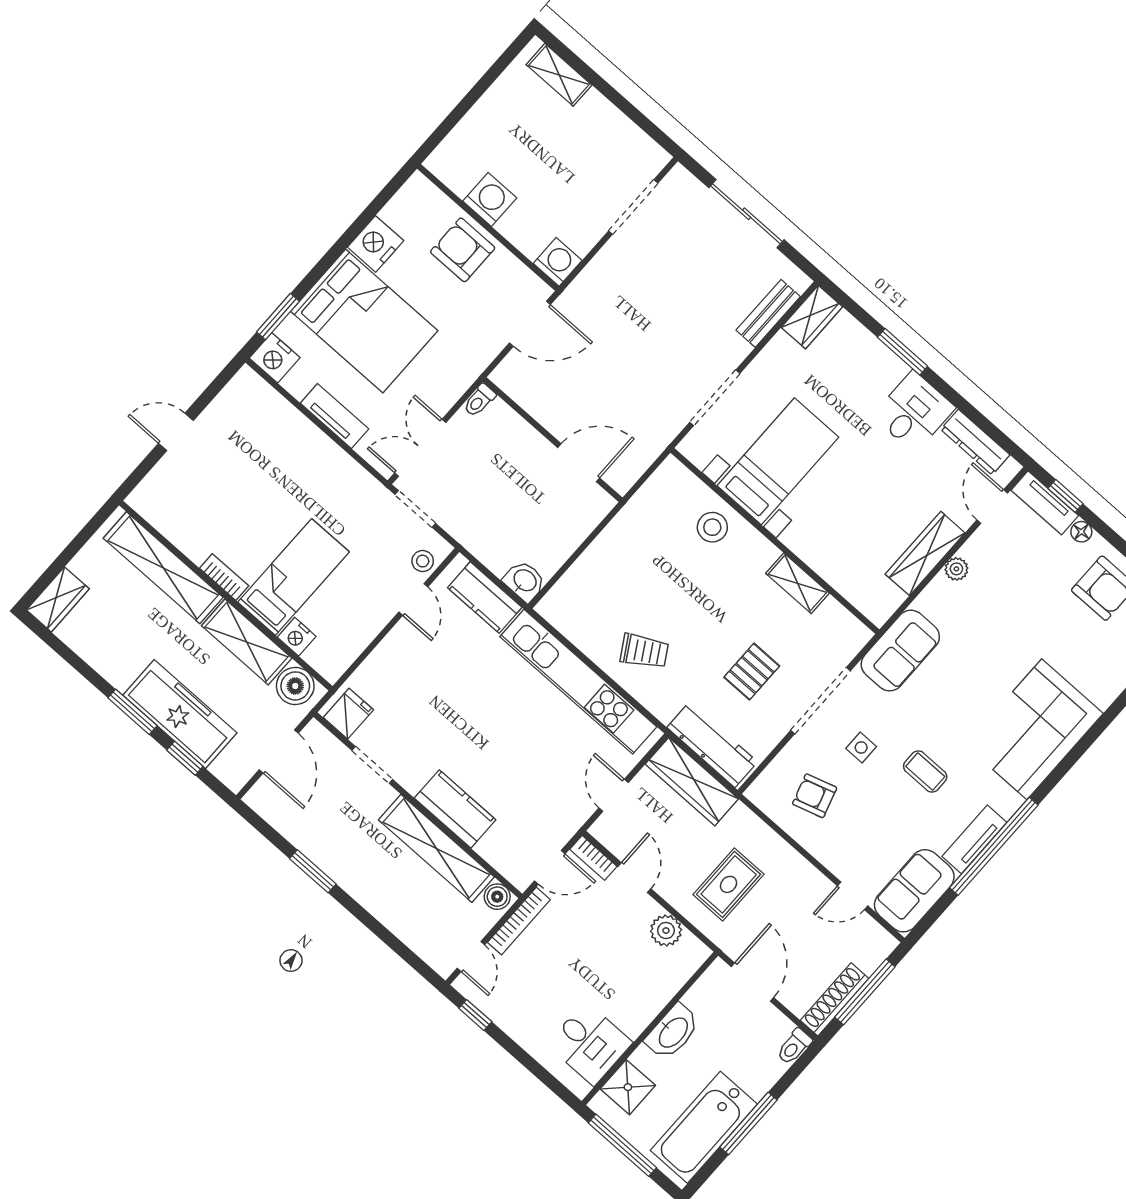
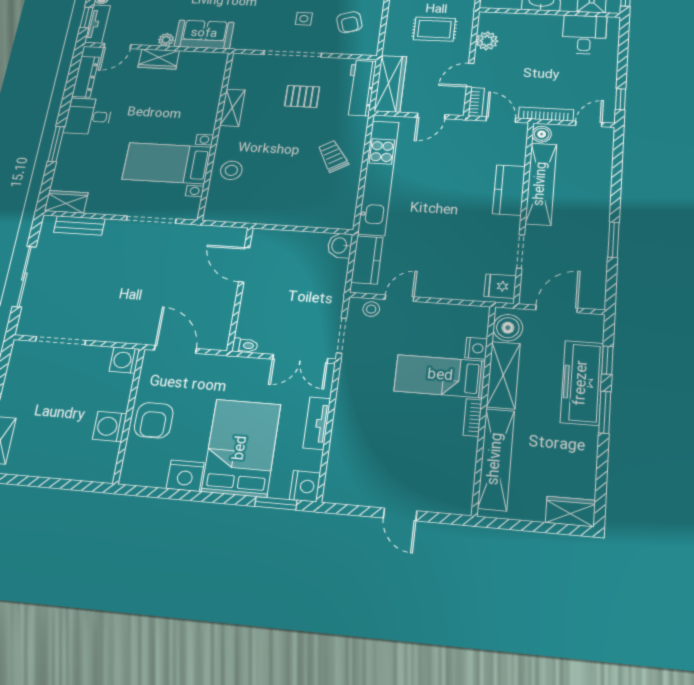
wardrobe: (925, 553) -> (159, 59), width x0.67
sofa: (900, 651) -> (204, 34), moved

